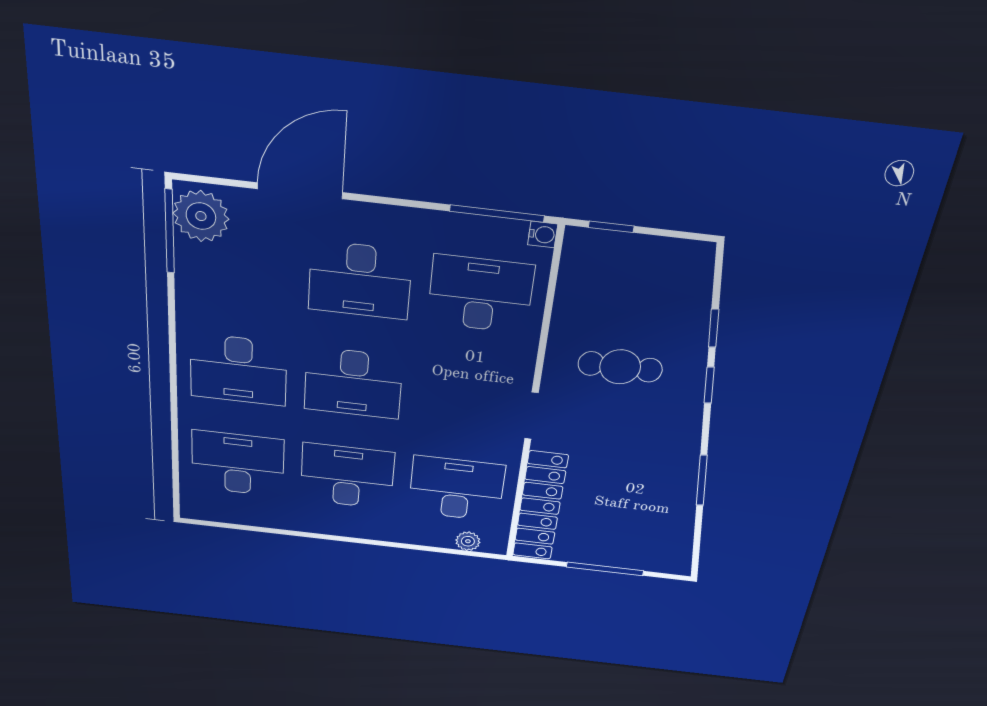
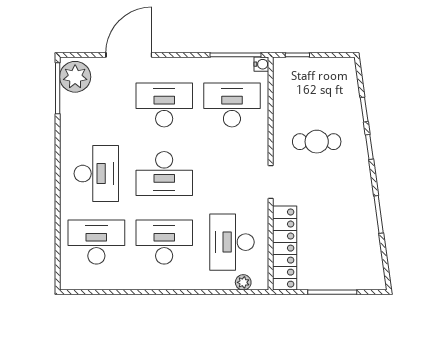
desk: (360, 280) -> (164, 105), turned 180
desk: (238, 370) -> (96, 174), turned -90
desk: (456, 489) -> (232, 242), turned -90

